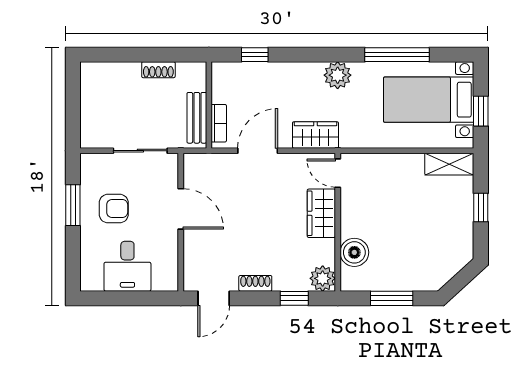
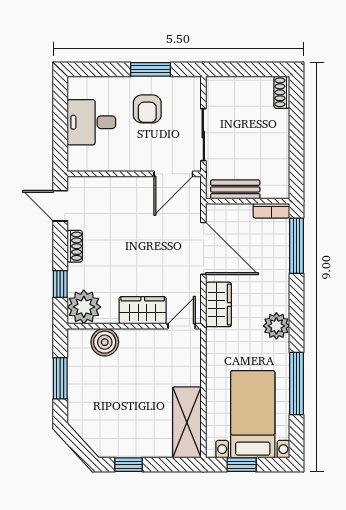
window: (255, 55) -> (296, 246), width x2.17
shoe rack: (158, 70) -> (282, 92), moved
bookcase: (219, 123) -> (271, 211), moved
door: (258, 151) -> (203, 248), width x1.36
shelving: (449, 164) -> (187, 422), width x1.50, depth x1.33
window: (481, 207) -> (129, 465), moved
door: (181, 209) -> (173, 174), moved
plant: (323, 278) -> (84, 307), width x1.36, depth x1.36

